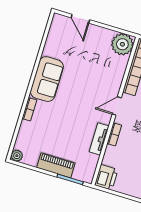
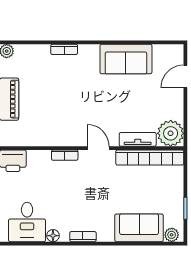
sofa: (47, 79) -> (126, 59), moved
tv unit: (99, 139) -> (138, 139), moved

